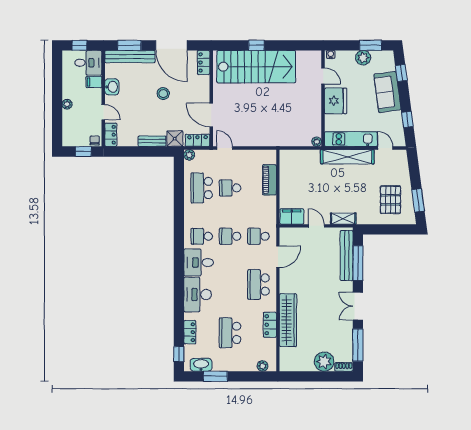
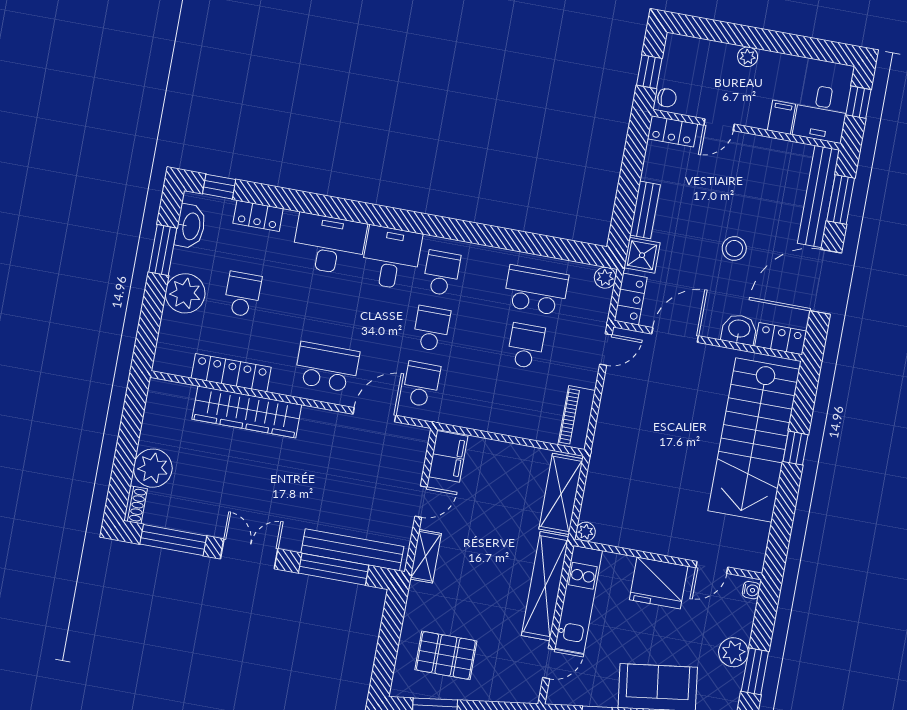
washbasin: (112, 87) -> (739, 329), moved, turned 180
shelving: (300, 157) -> (561, 494), added
piano: (269, 180) -> (577, 418), moved, turned -90
door: (278, 257) -> (374, 415), swing flipped
locker: (270, 325) -> (231, 373), width x1.53
school desk: (230, 333) -> (243, 294), width x0.54
plant: (263, 366) -> (185, 293), moved, width x1.88, depth x1.88

